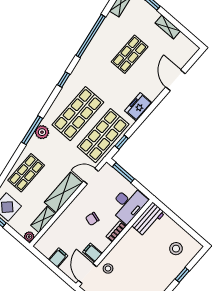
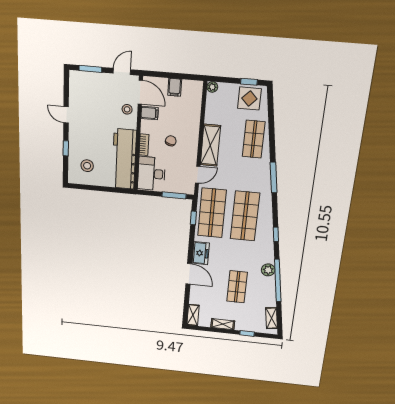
door: (175, 80) -> (189, 274), moved
plant: (42, 132) -> (268, 270), moved
workbench: (148, 219) -> (124, 159), width x1.88, depth x1.32
shelving: (43, 220) -> (193, 315), moved

